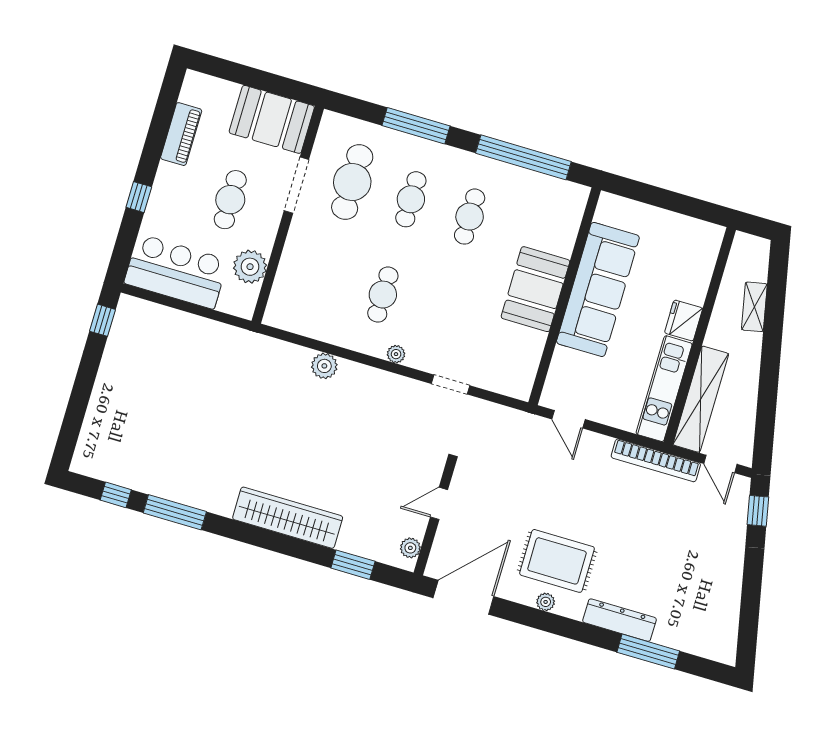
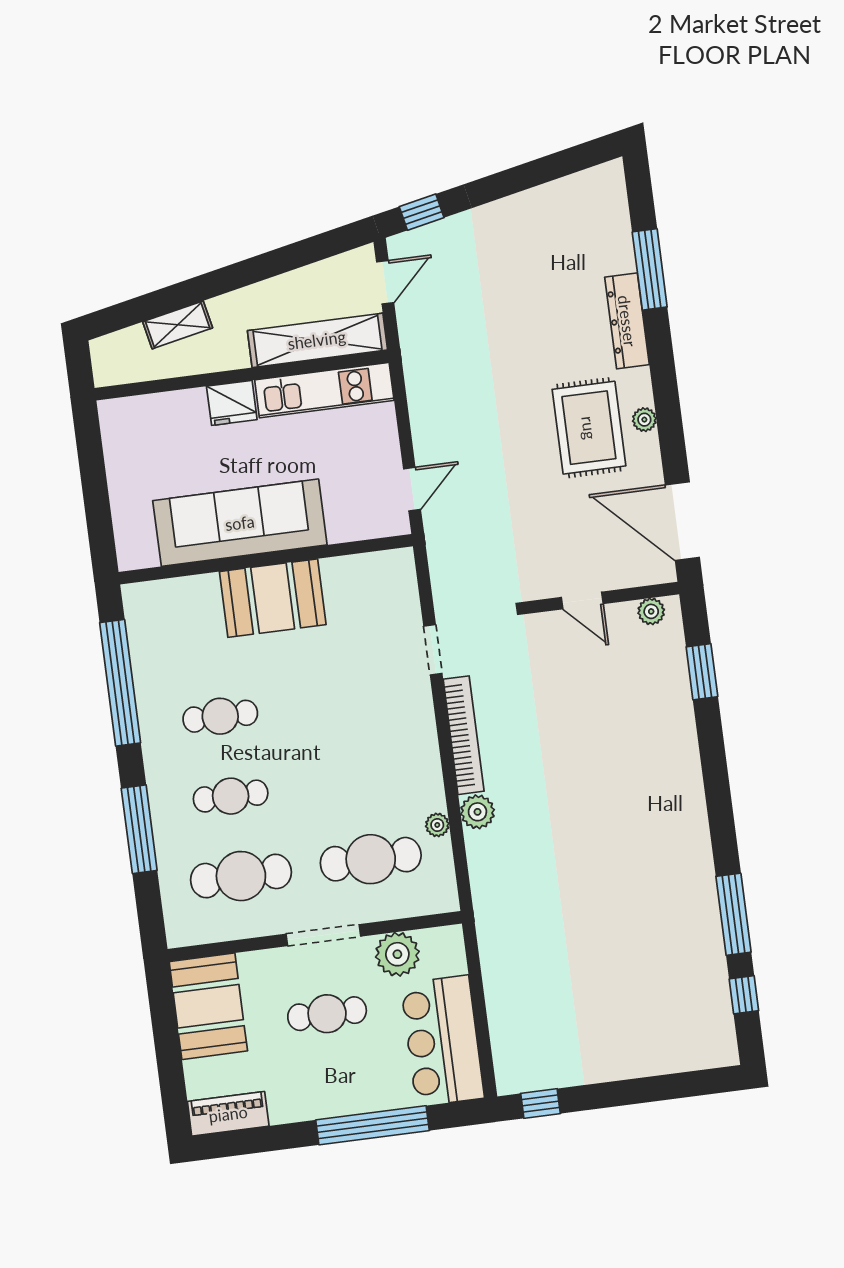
piano: (181, 134) -> (228, 1114), moved
doorway: (296, 185) -> (323, 935), moved
window: (139, 197) -> (373, 1125), width x3.17
cafe table: (383, 295) -> (371, 859), moved, width x1.37, depth x1.35
plant: (396, 354) -> (437, 825), moved
bookcase: (656, 460) -> (464, 735), moved
wardrobe: (288, 518) -> (680, 775), removed

